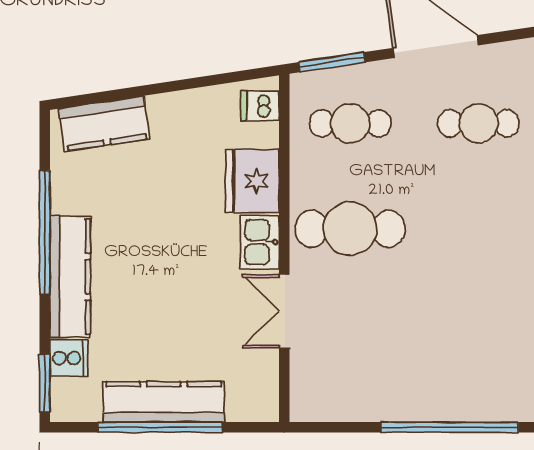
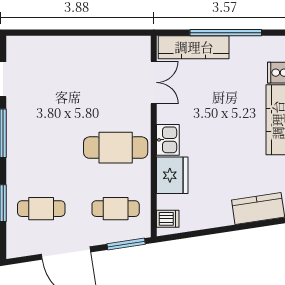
double door: (284, 311) -> (154, 82), moved
kitchen counter: (164, 402) -> (194, 47), moved
window: (450, 427) -> (58, 33), removed

